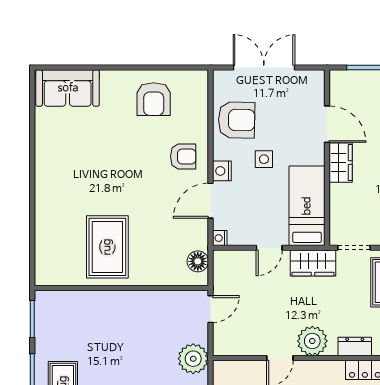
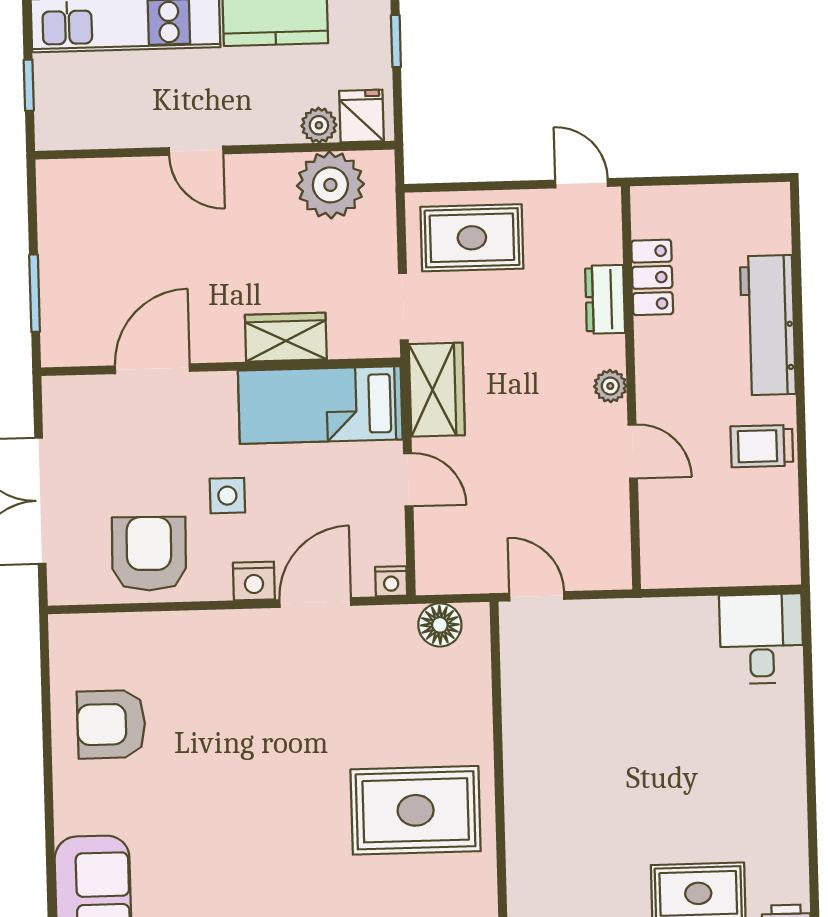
armchair: (154, 99) -> (111, 724), turned 180
armchair: (183, 157) -> (227, 661), removed
wardrobe: (341, 163) -> (286, 337), moved
door: (210, 201) -> (315, 602), swing flipped
plant: (312, 341) -> (610, 386), width x0.53, depth x0.53
plant: (193, 359) -> (639, 629), removed

